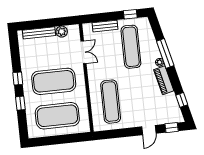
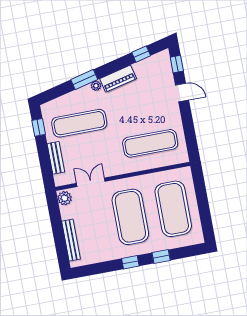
plant: (62, 32) -> (65, 198), moved
window: (165, 53) -> (84, 79), width x0.69

